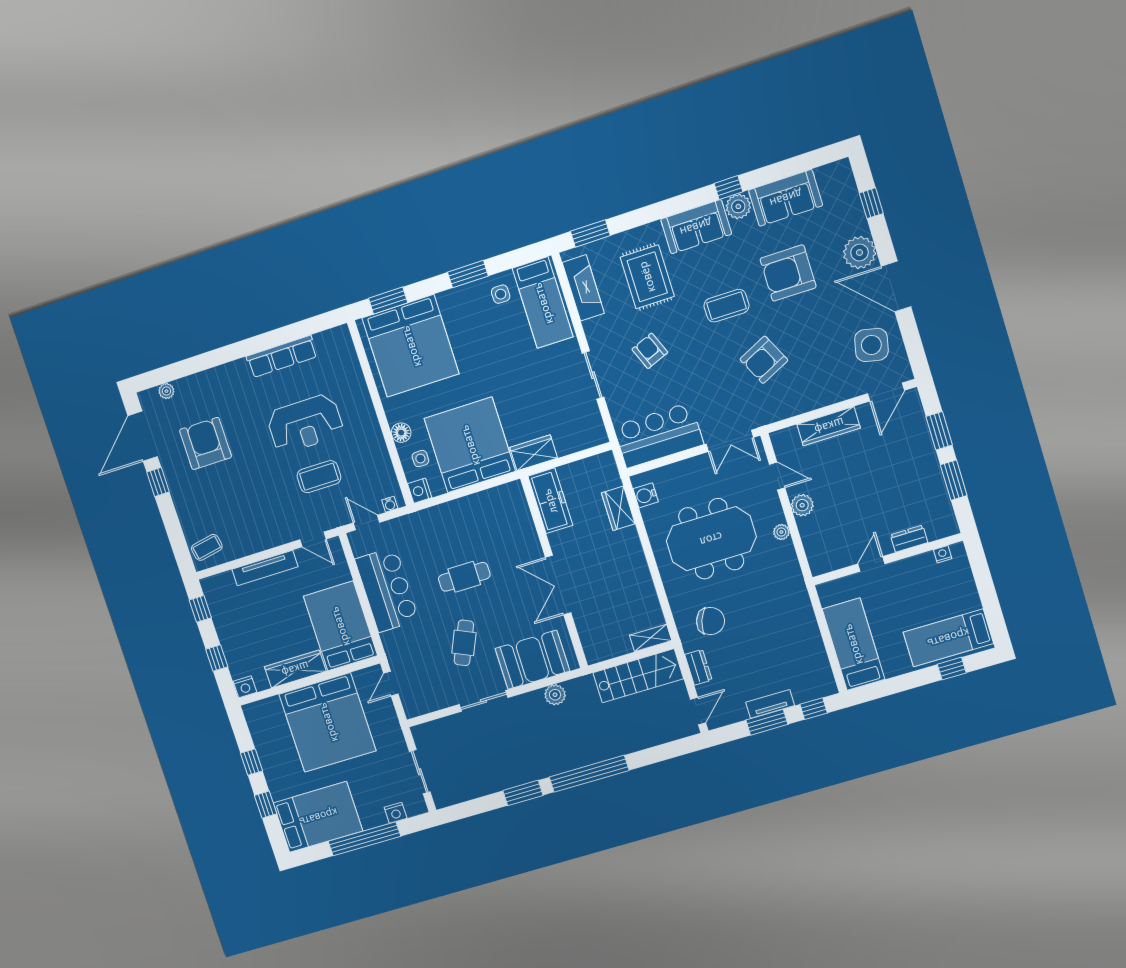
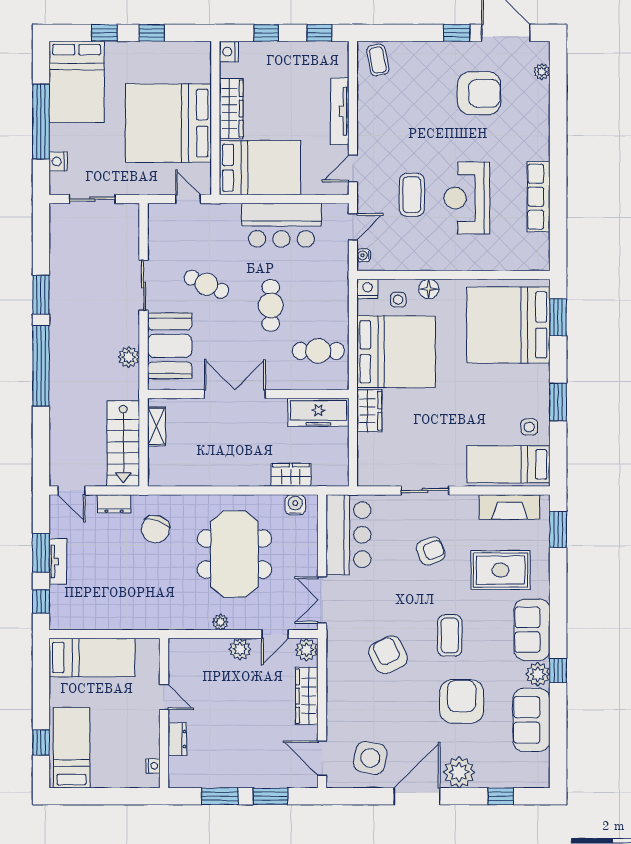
plant: (783, 441) -> (307, 650), added
cafe table: (493, 519) -> (318, 351), added
shelving: (651, 638) -> (156, 426), moved

